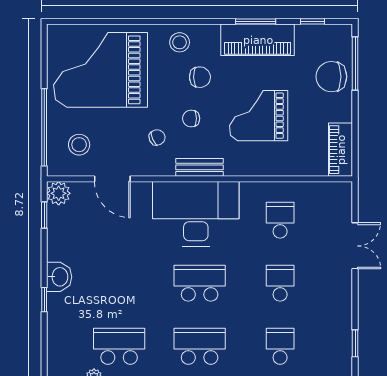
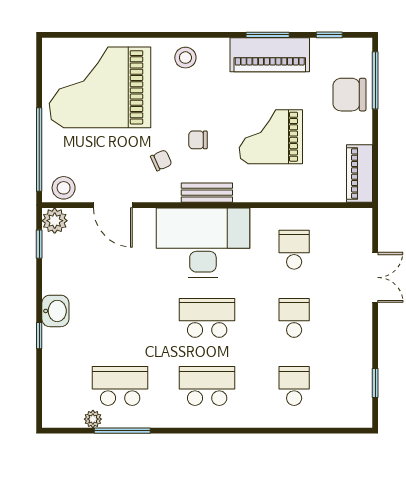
chair: (200, 77) -> (207, 95), removed
stool: (79, 145) -> (64, 188), moved

